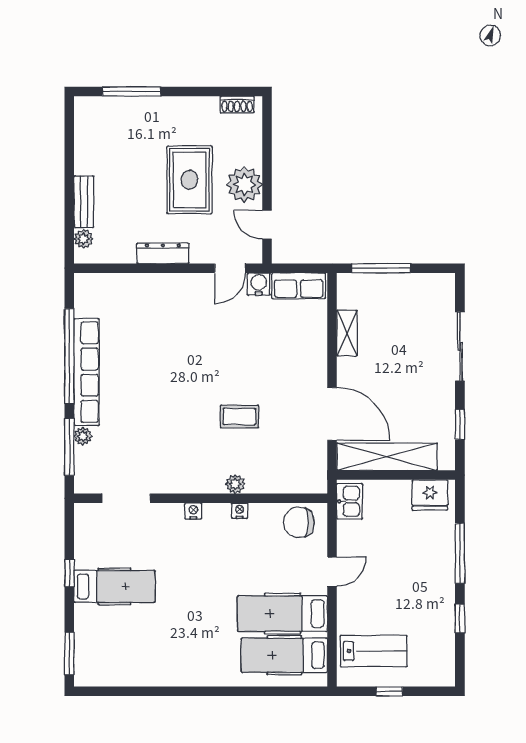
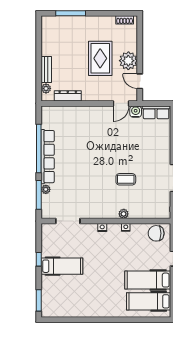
dresser: (163, 253) -> (68, 96), moved

